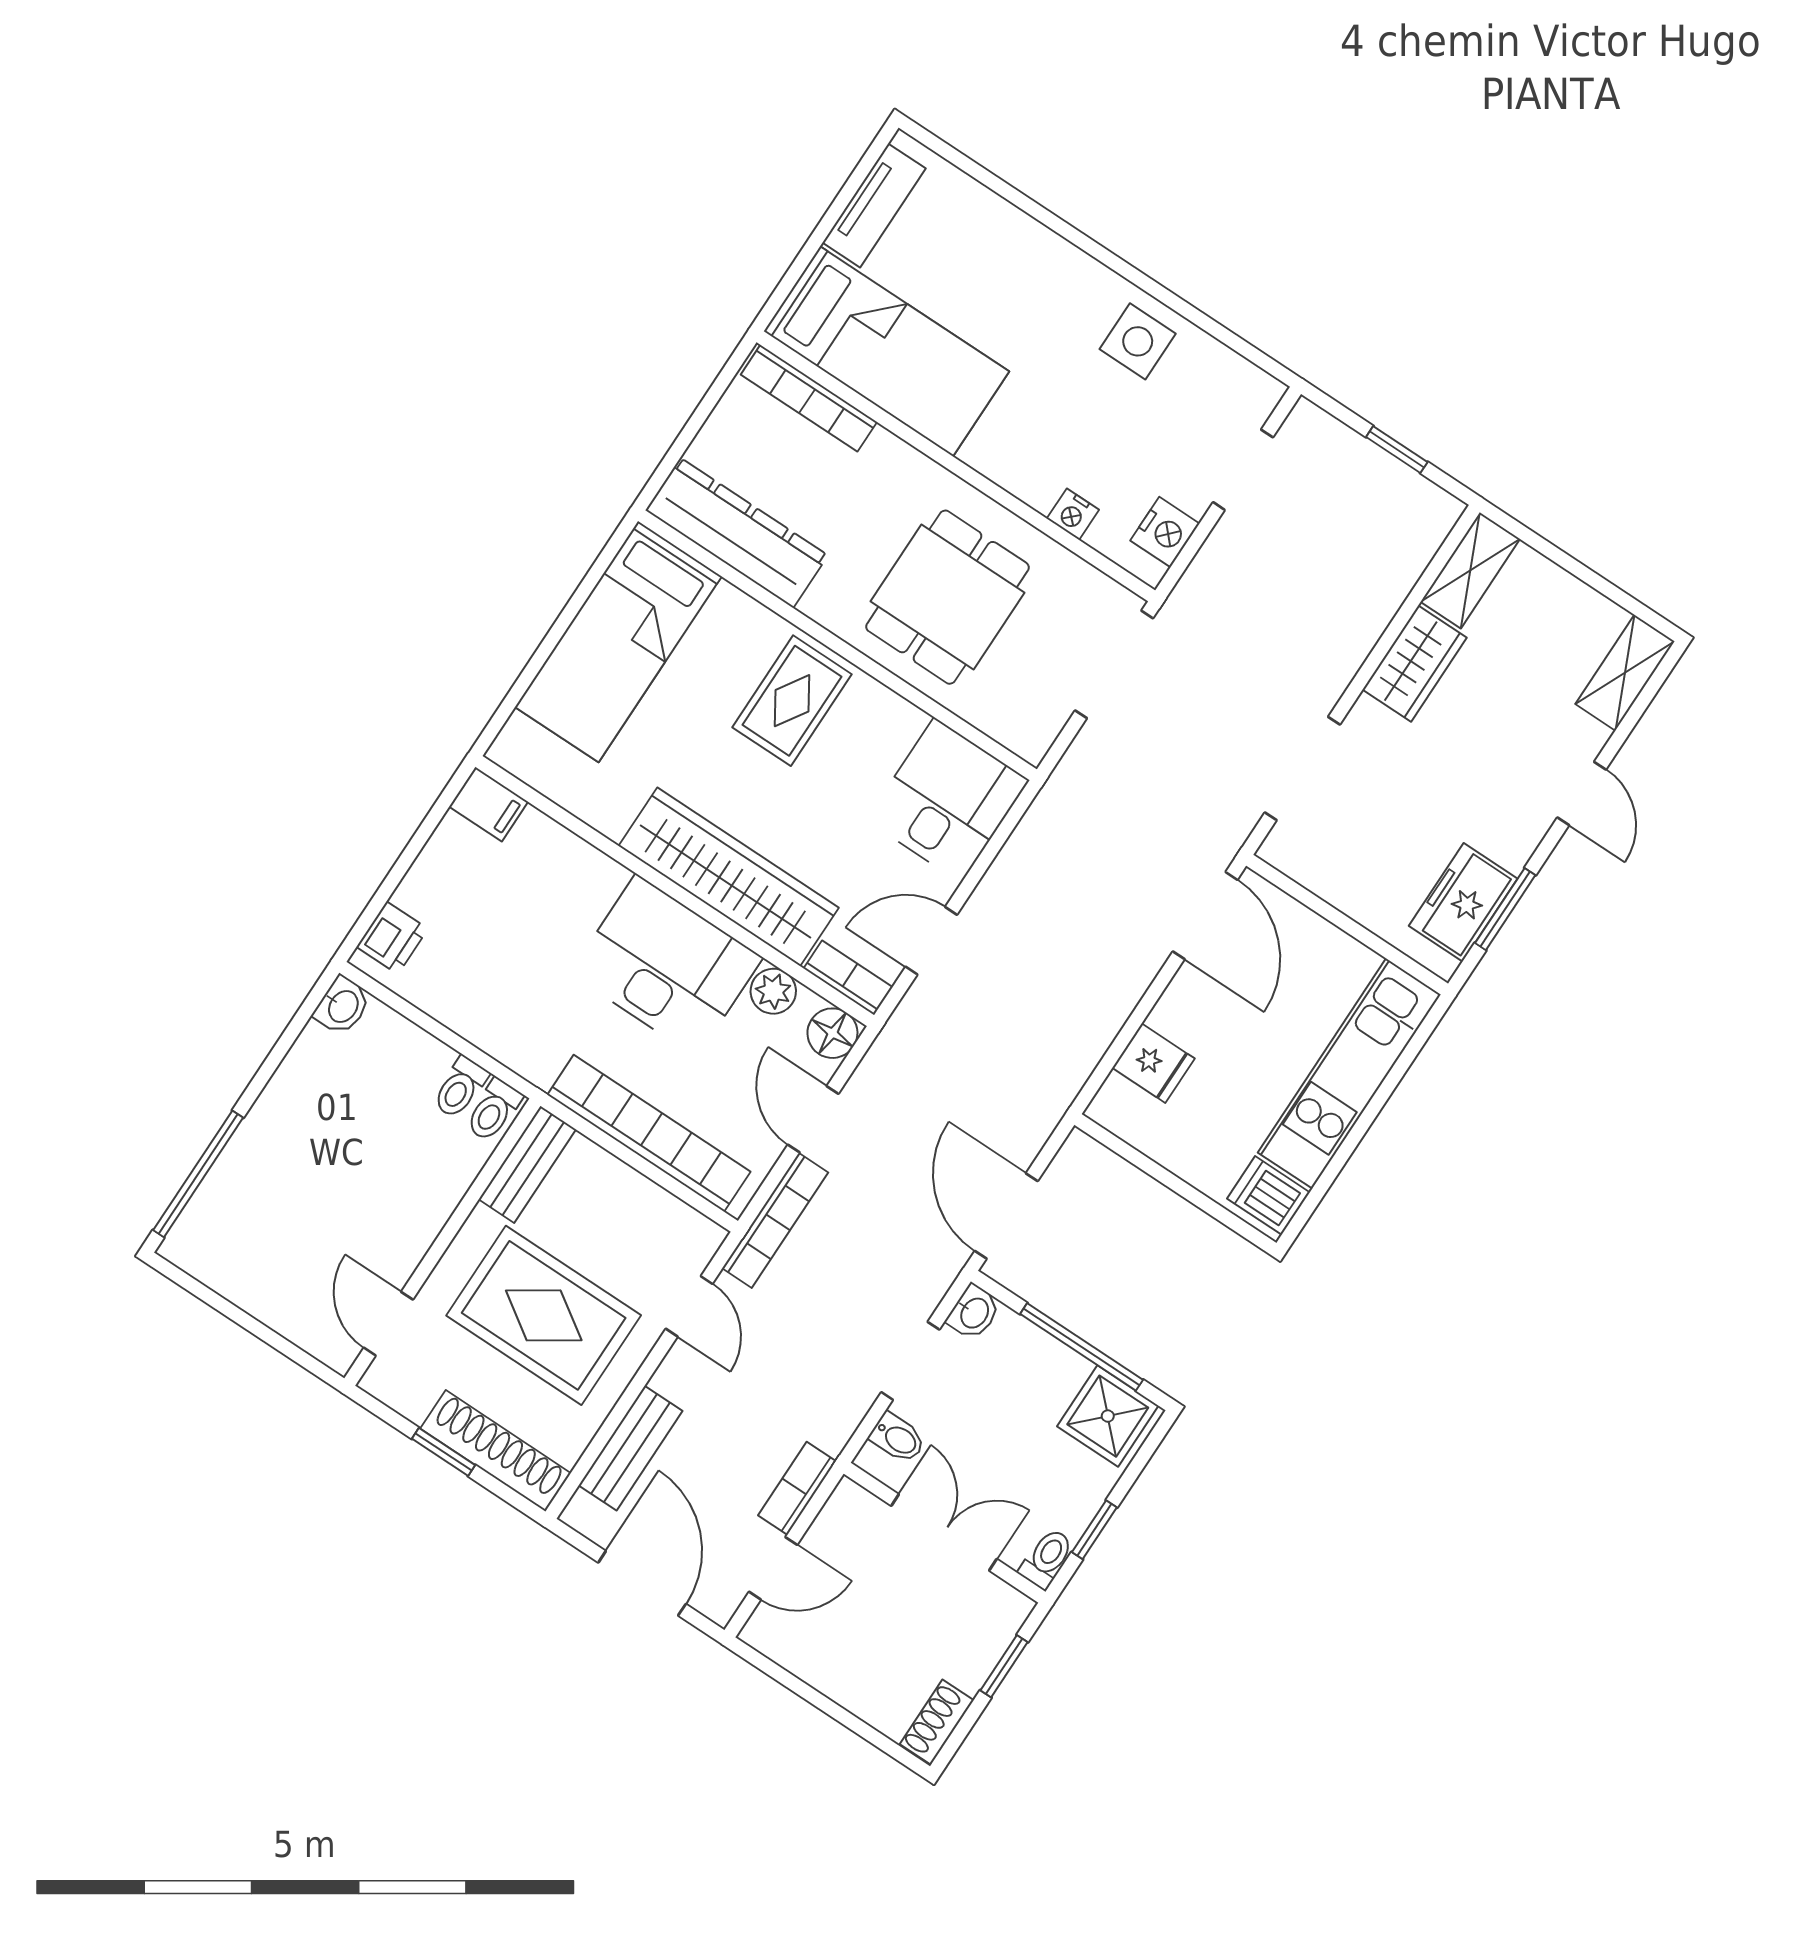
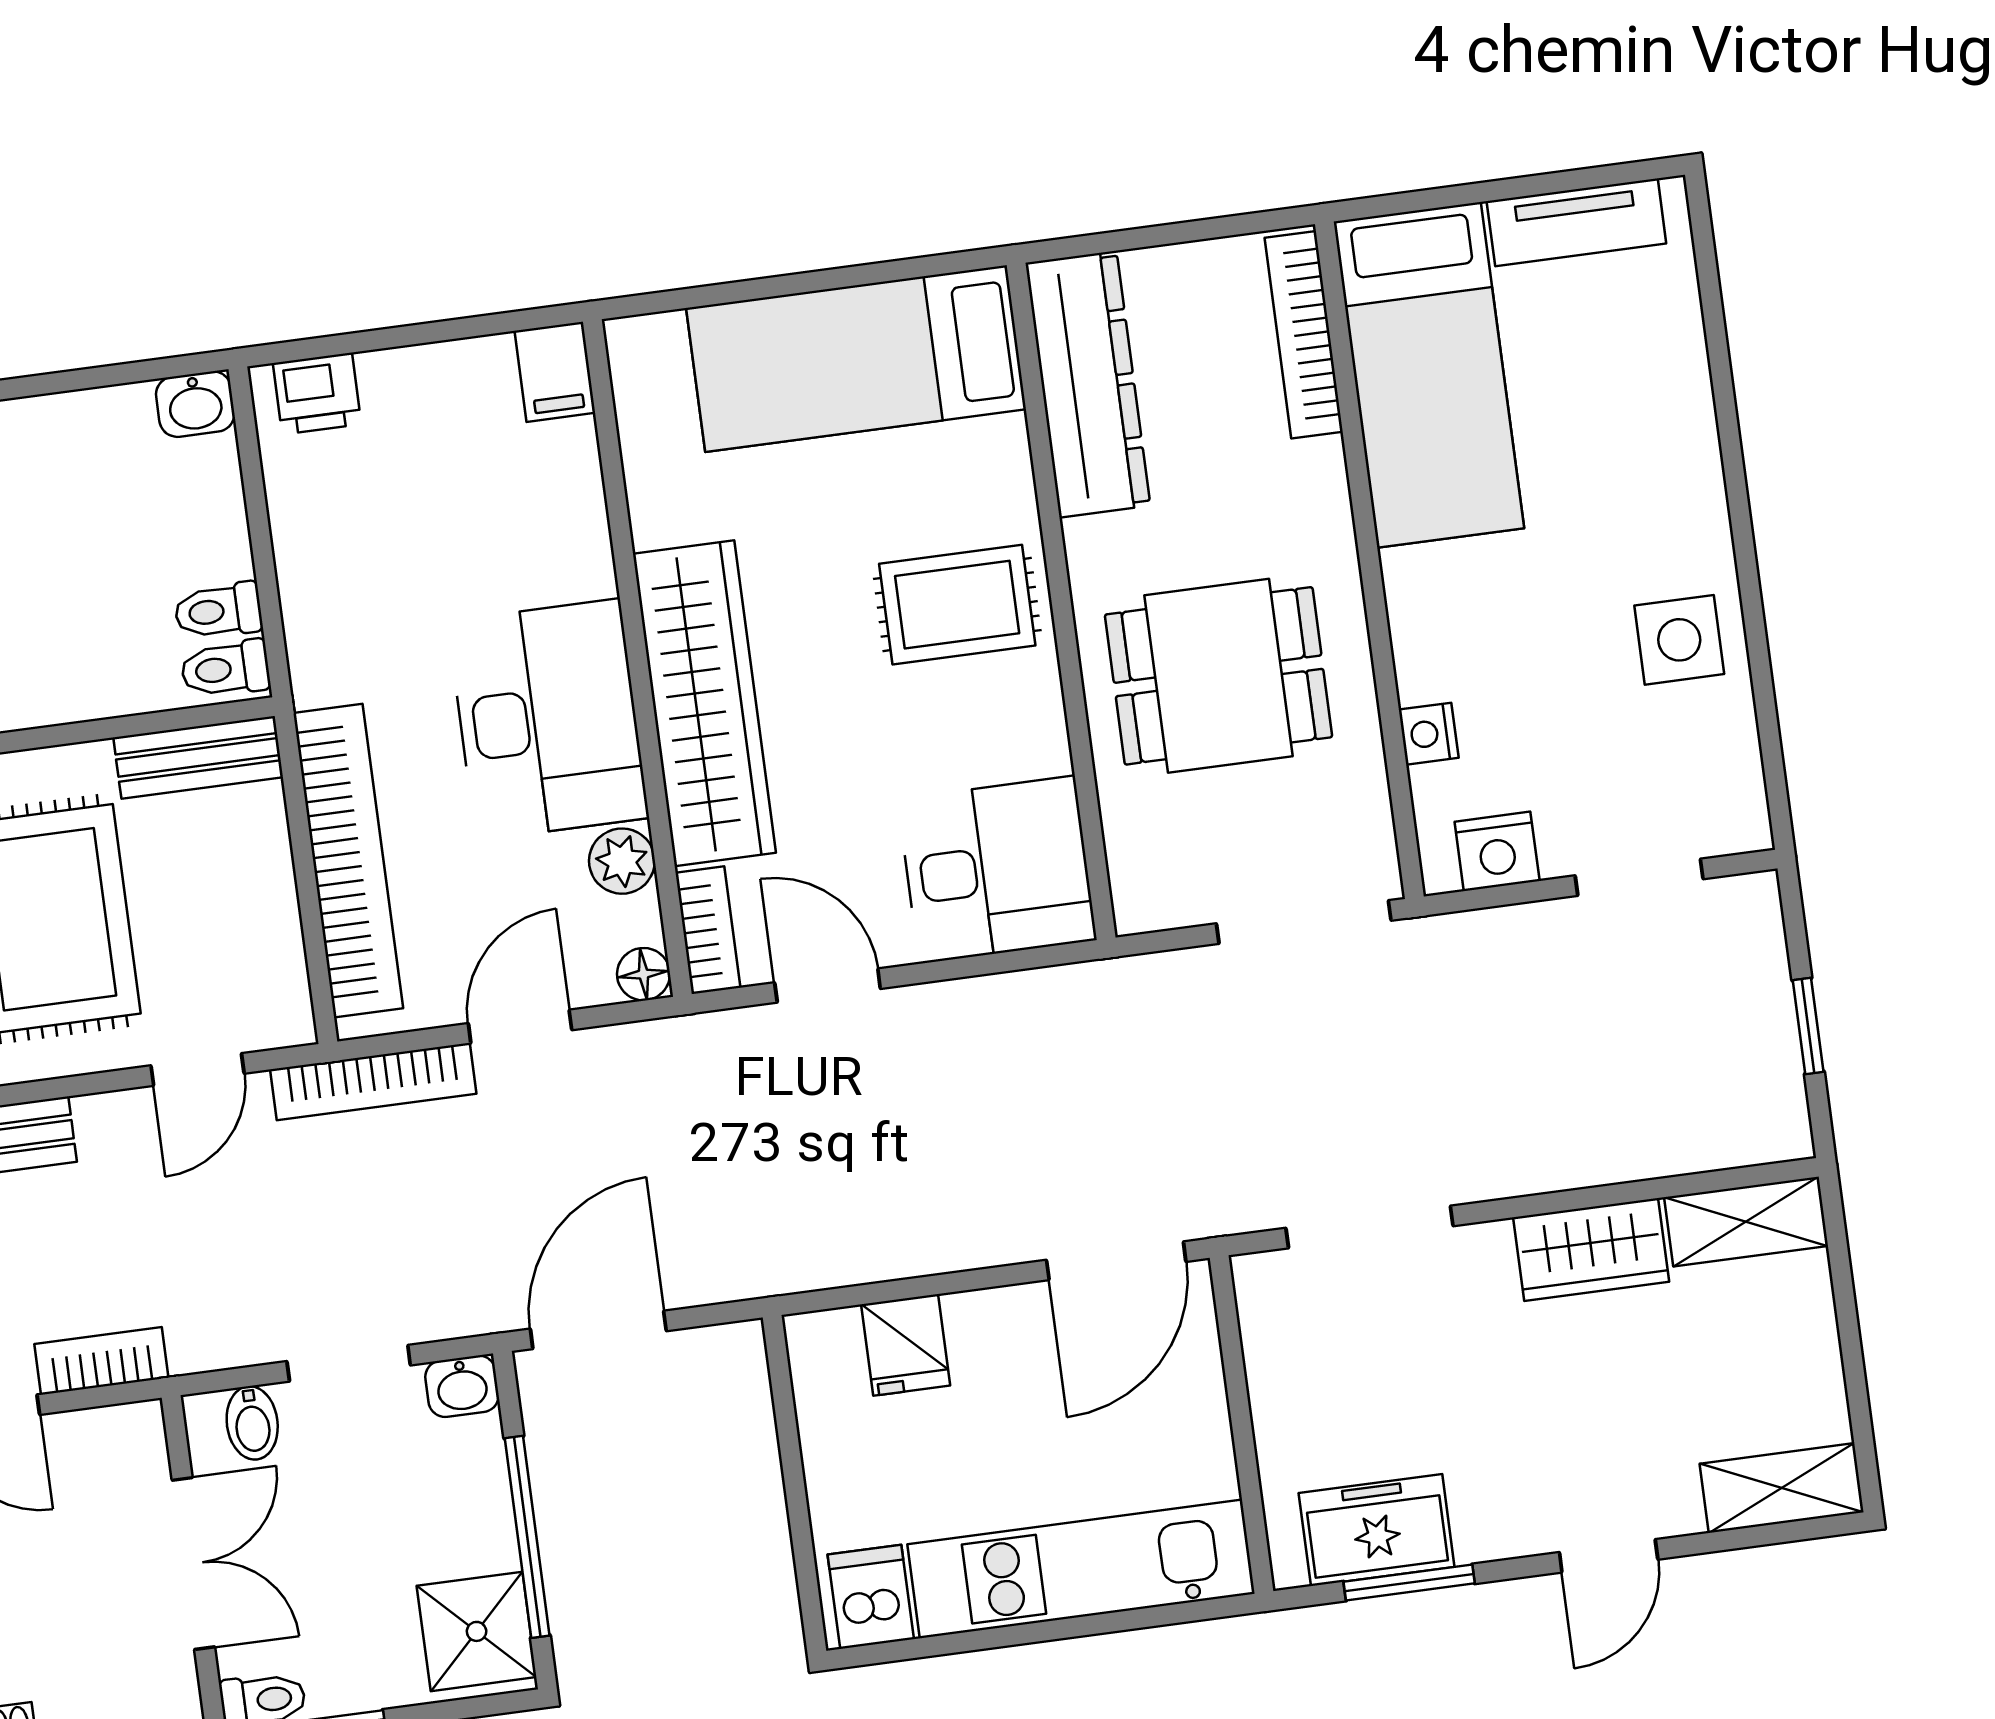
floor lamp: (832, 1033) -> (643, 974), width x0.73, depth x0.73

